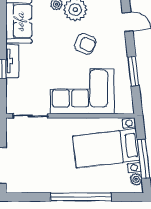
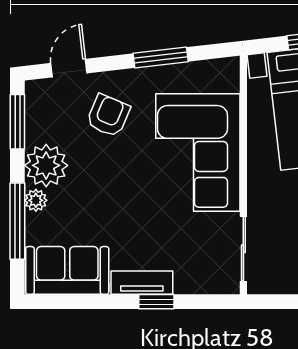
armchair: (85, 44) -> (108, 116), moved

